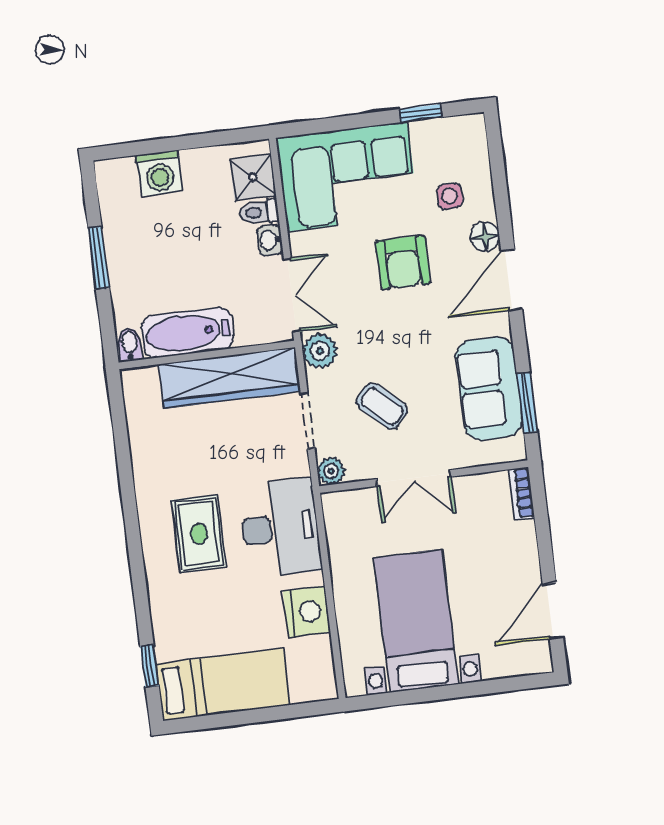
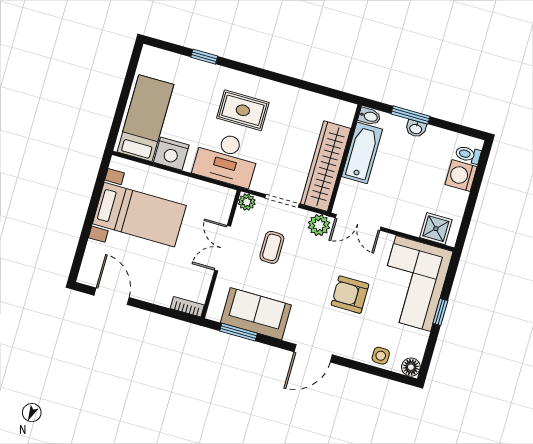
window: (421, 113) -> (440, 312), moved
side table: (450, 196) -> (381, 356), moved
toilet: (259, 212) -> (468, 155), moved, turned -90
floor lamp: (485, 236) -> (411, 367), moved
washbasin: (270, 240) -> (416, 129), moved, turned 180
window: (99, 258) -> (410, 115), moved
door: (512, 280) -> (313, 353), swing flipped
coffee table: (382, 406) -> (272, 247), turned -43
window: (150, 666) -> (204, 57), moved
bed: (223, 684) -> (145, 118), moved, turned 180

